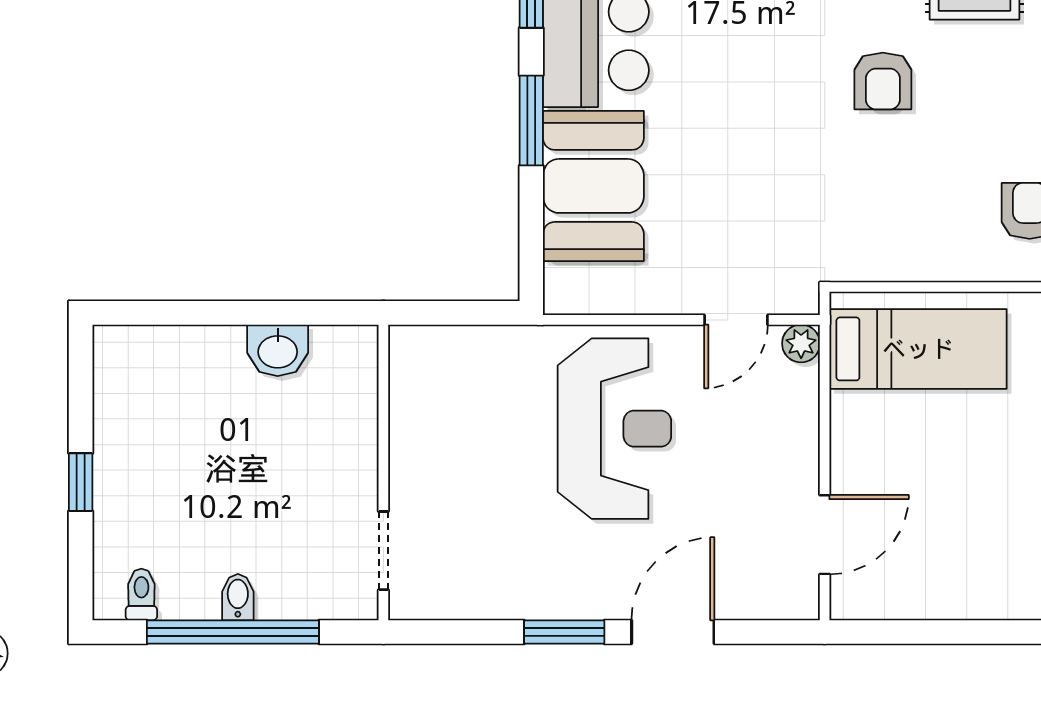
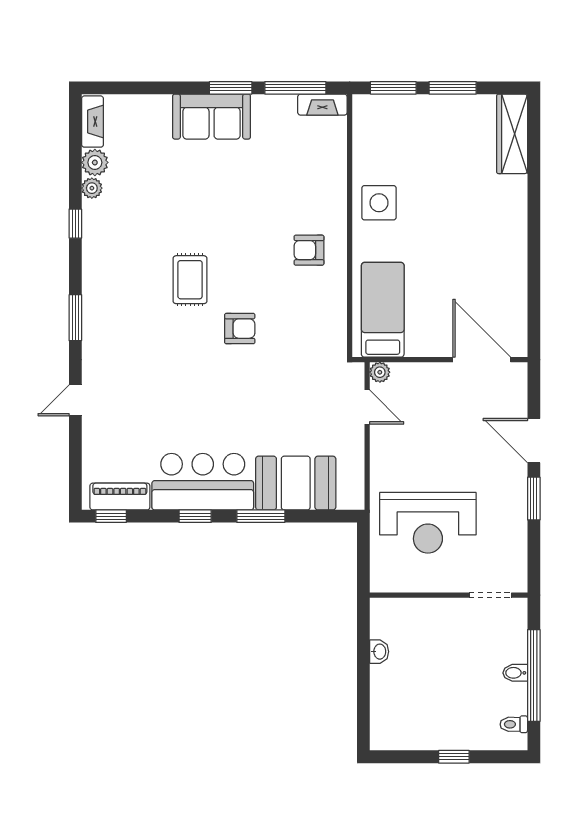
washbasin: (278, 350) -> (379, 652), width x0.72, depth x0.69
reception desk: (614, 429) -> (428, 523), moved, turned 180
door: (825, 535) -> (482, 360), width x1.36

